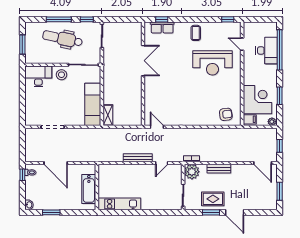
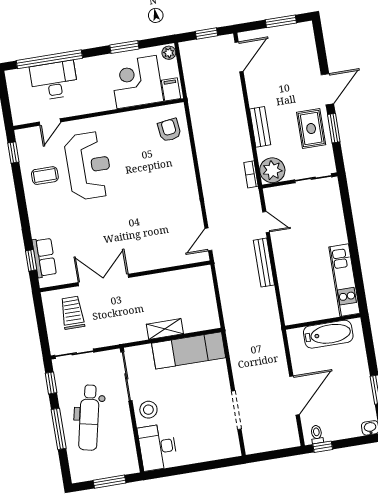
coffee table: (196, 33) -> (45, 176), moved
trolley: (127, 39) -> (72, 313), added
shelving: (108, 115) -> (165, 329), moved

